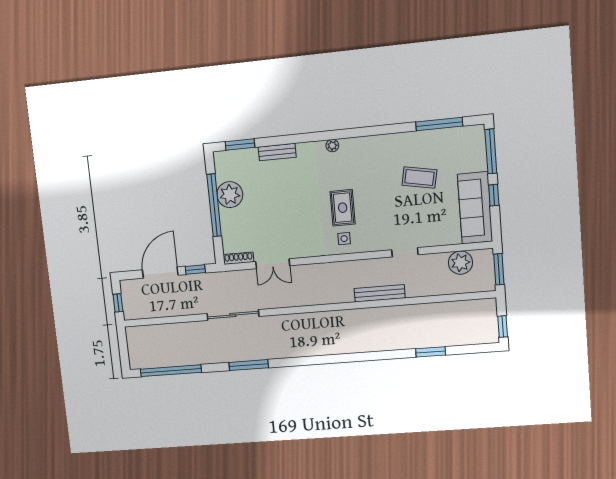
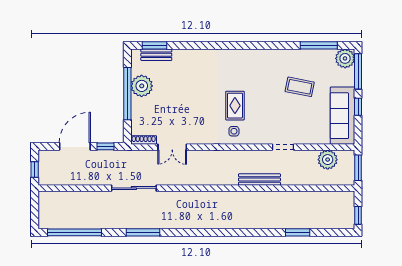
plant: (332, 146) -> (345, 58), moved, width x1.88, depth x1.88
bench: (277, 152) -> (156, 55), moved

